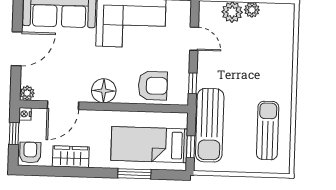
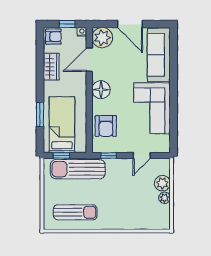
plant: (27, 93) -> (102, 38), width x1.87, depth x1.87
door: (63, 105) -> (89, 60), hinge flipped

